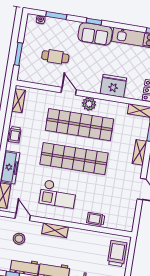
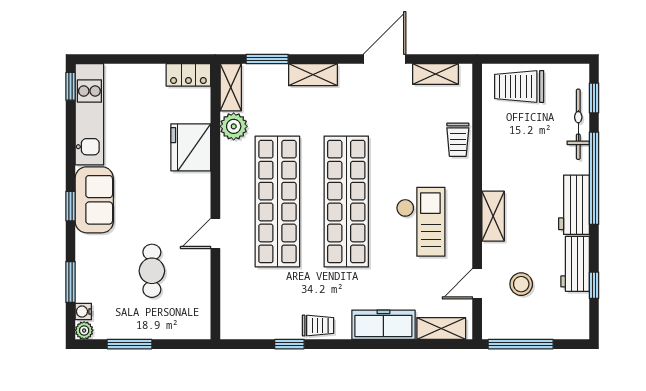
plant: (31, 18) -> (84, 330), added
window: (18, 54) -> (129, 344), moved
shelving: (18, 101) -> (435, 74), moved
plant: (89, 104) -> (234, 126), moved
window: (8, 119) -> (289, 344), added

